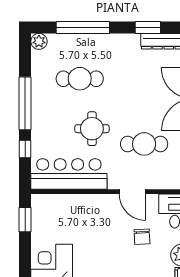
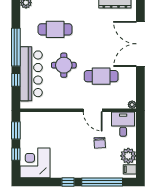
bar counter: (69, 174) -> (31, 74), moved, turned 90
window: (25, 253) -> (16, 154), added

